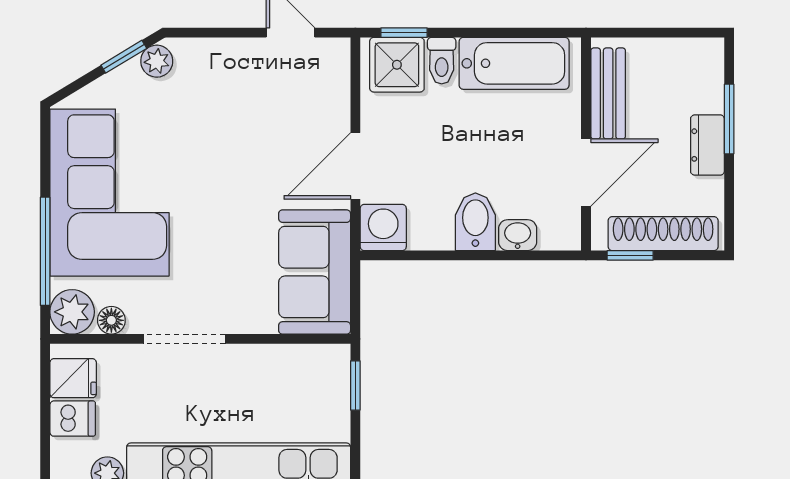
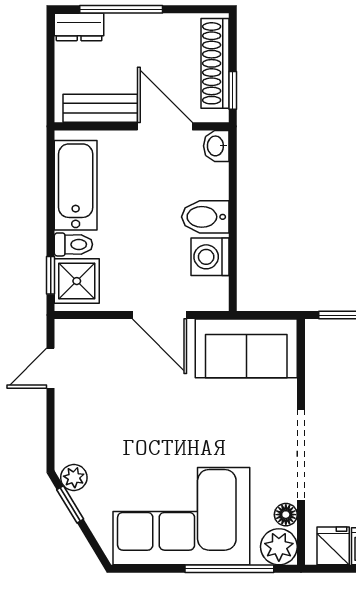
window: (729, 119) -> (121, 9), width x1.44
dresser: (707, 145) -> (79, 27), moved
washing machine: (383, 228) -> (210, 257), moved
washbasin: (518, 235) -> (216, 146), moved
doorway: (184, 339) -> (301, 455), width x1.36

